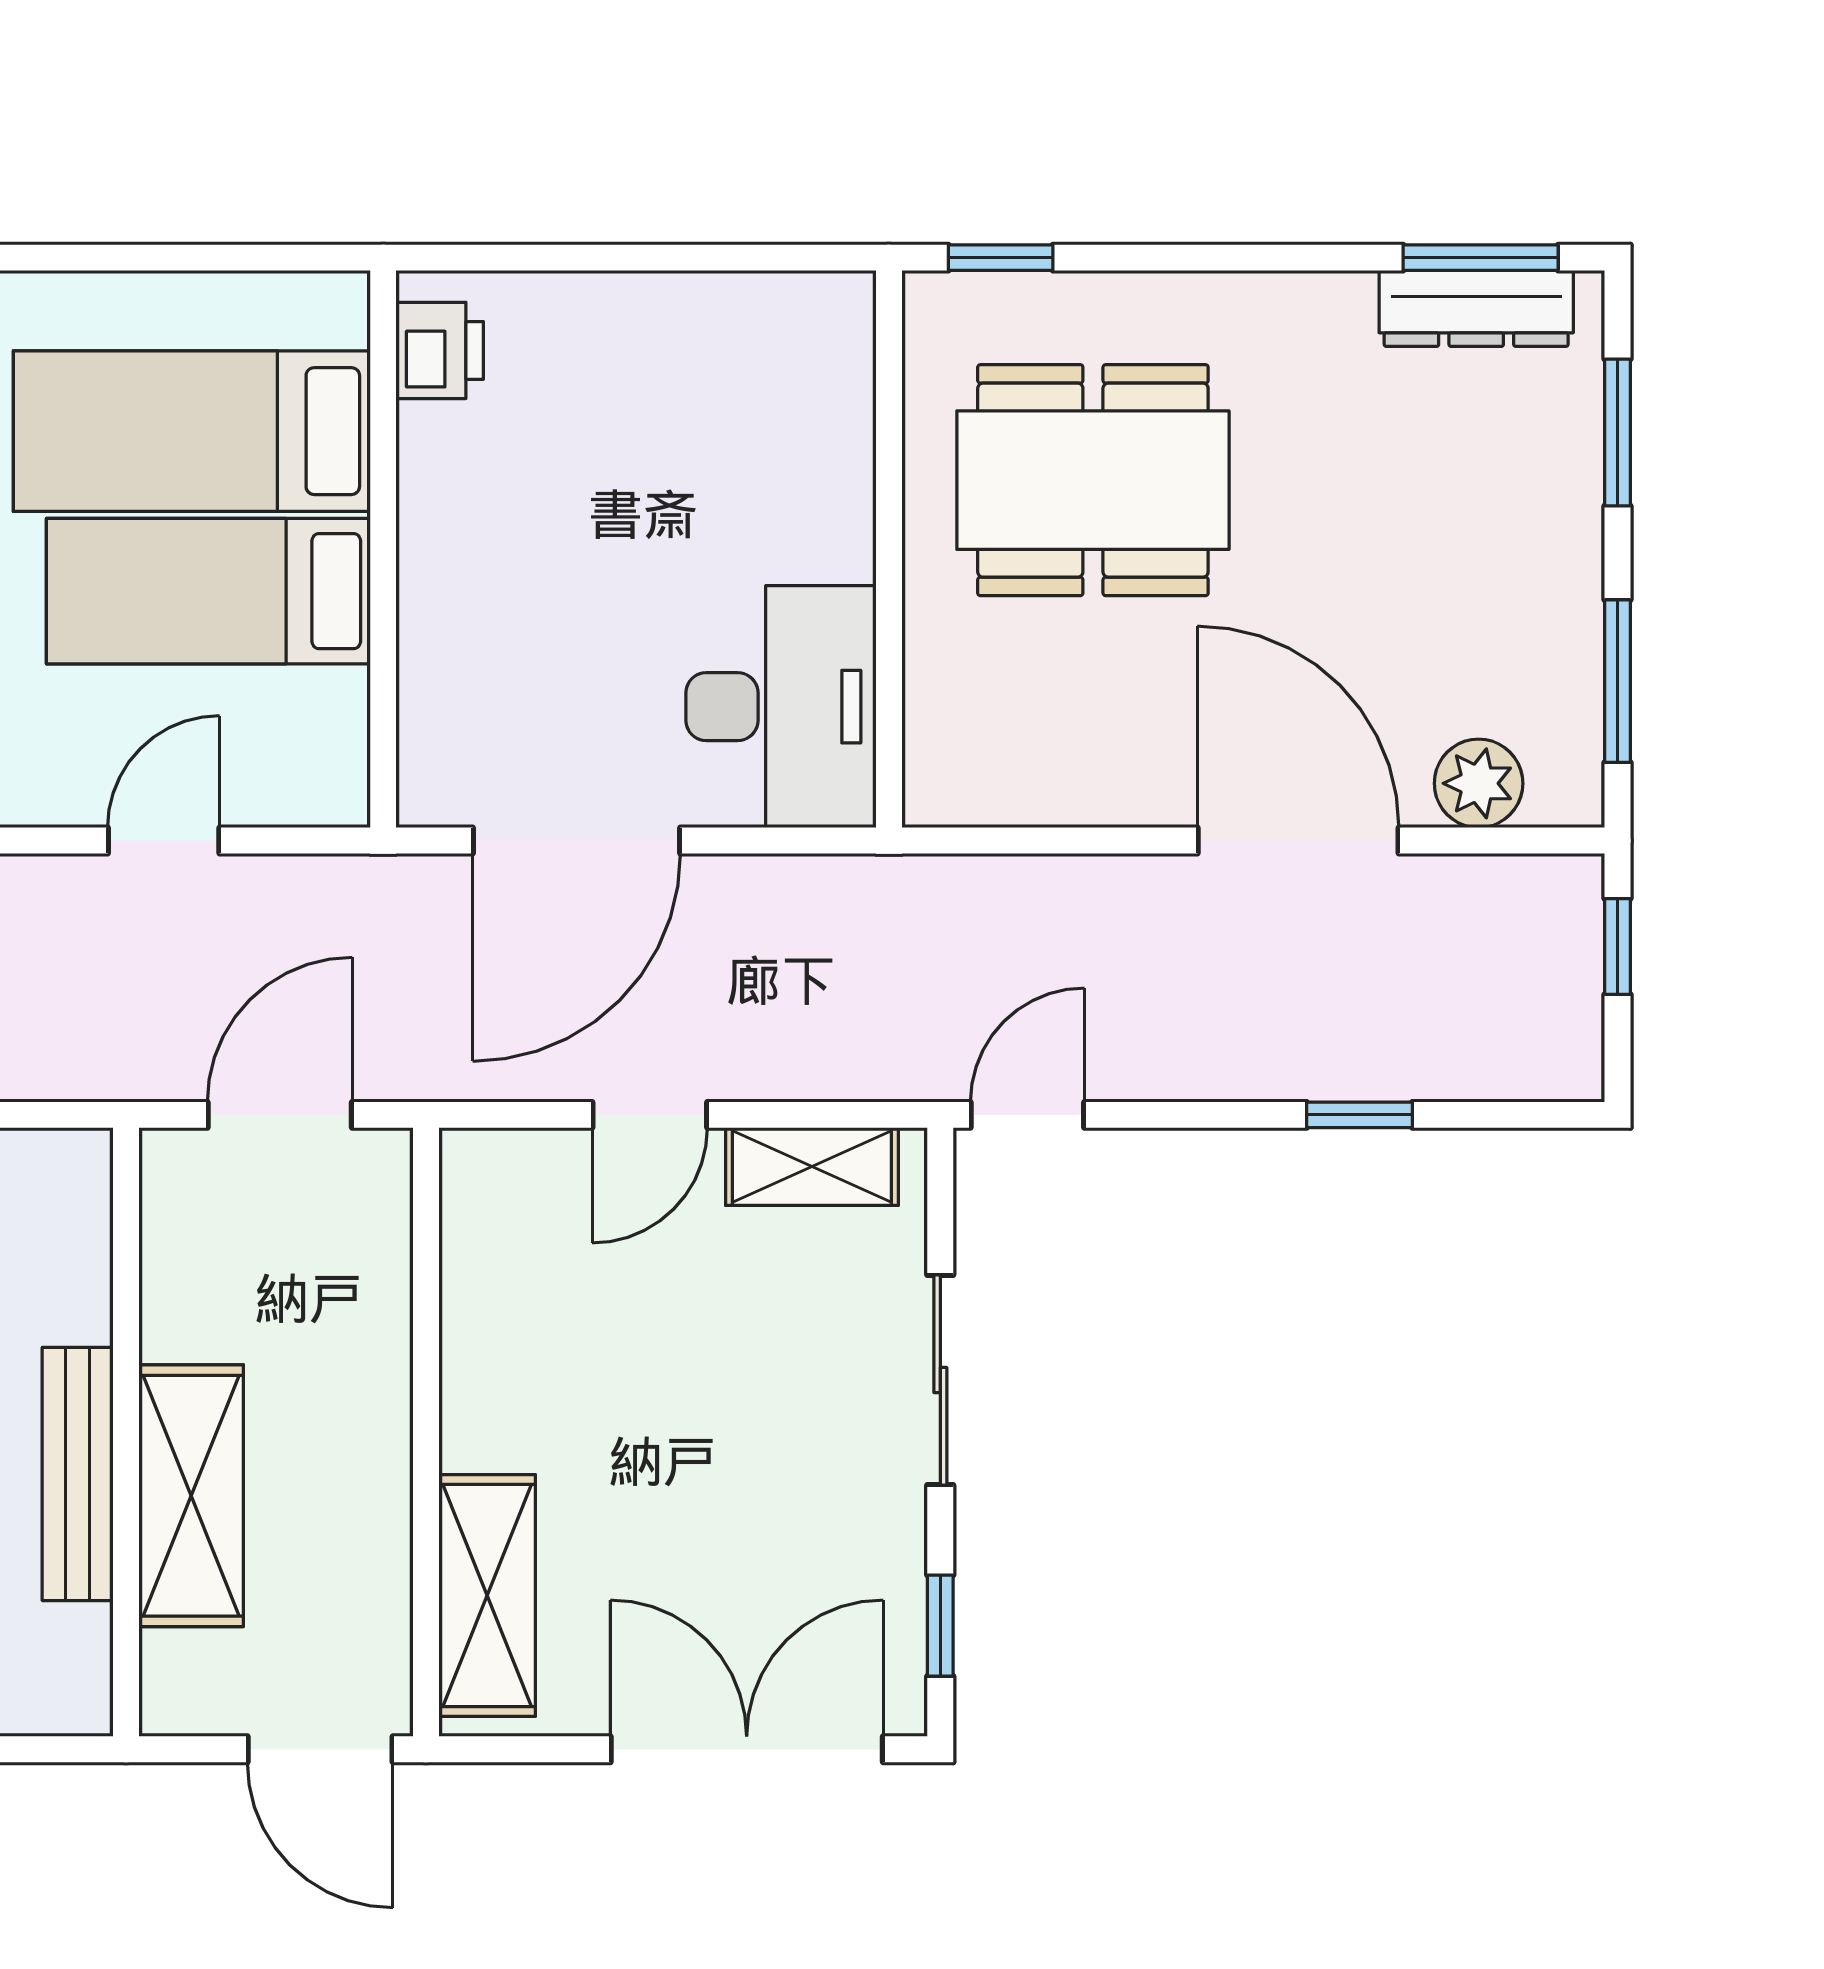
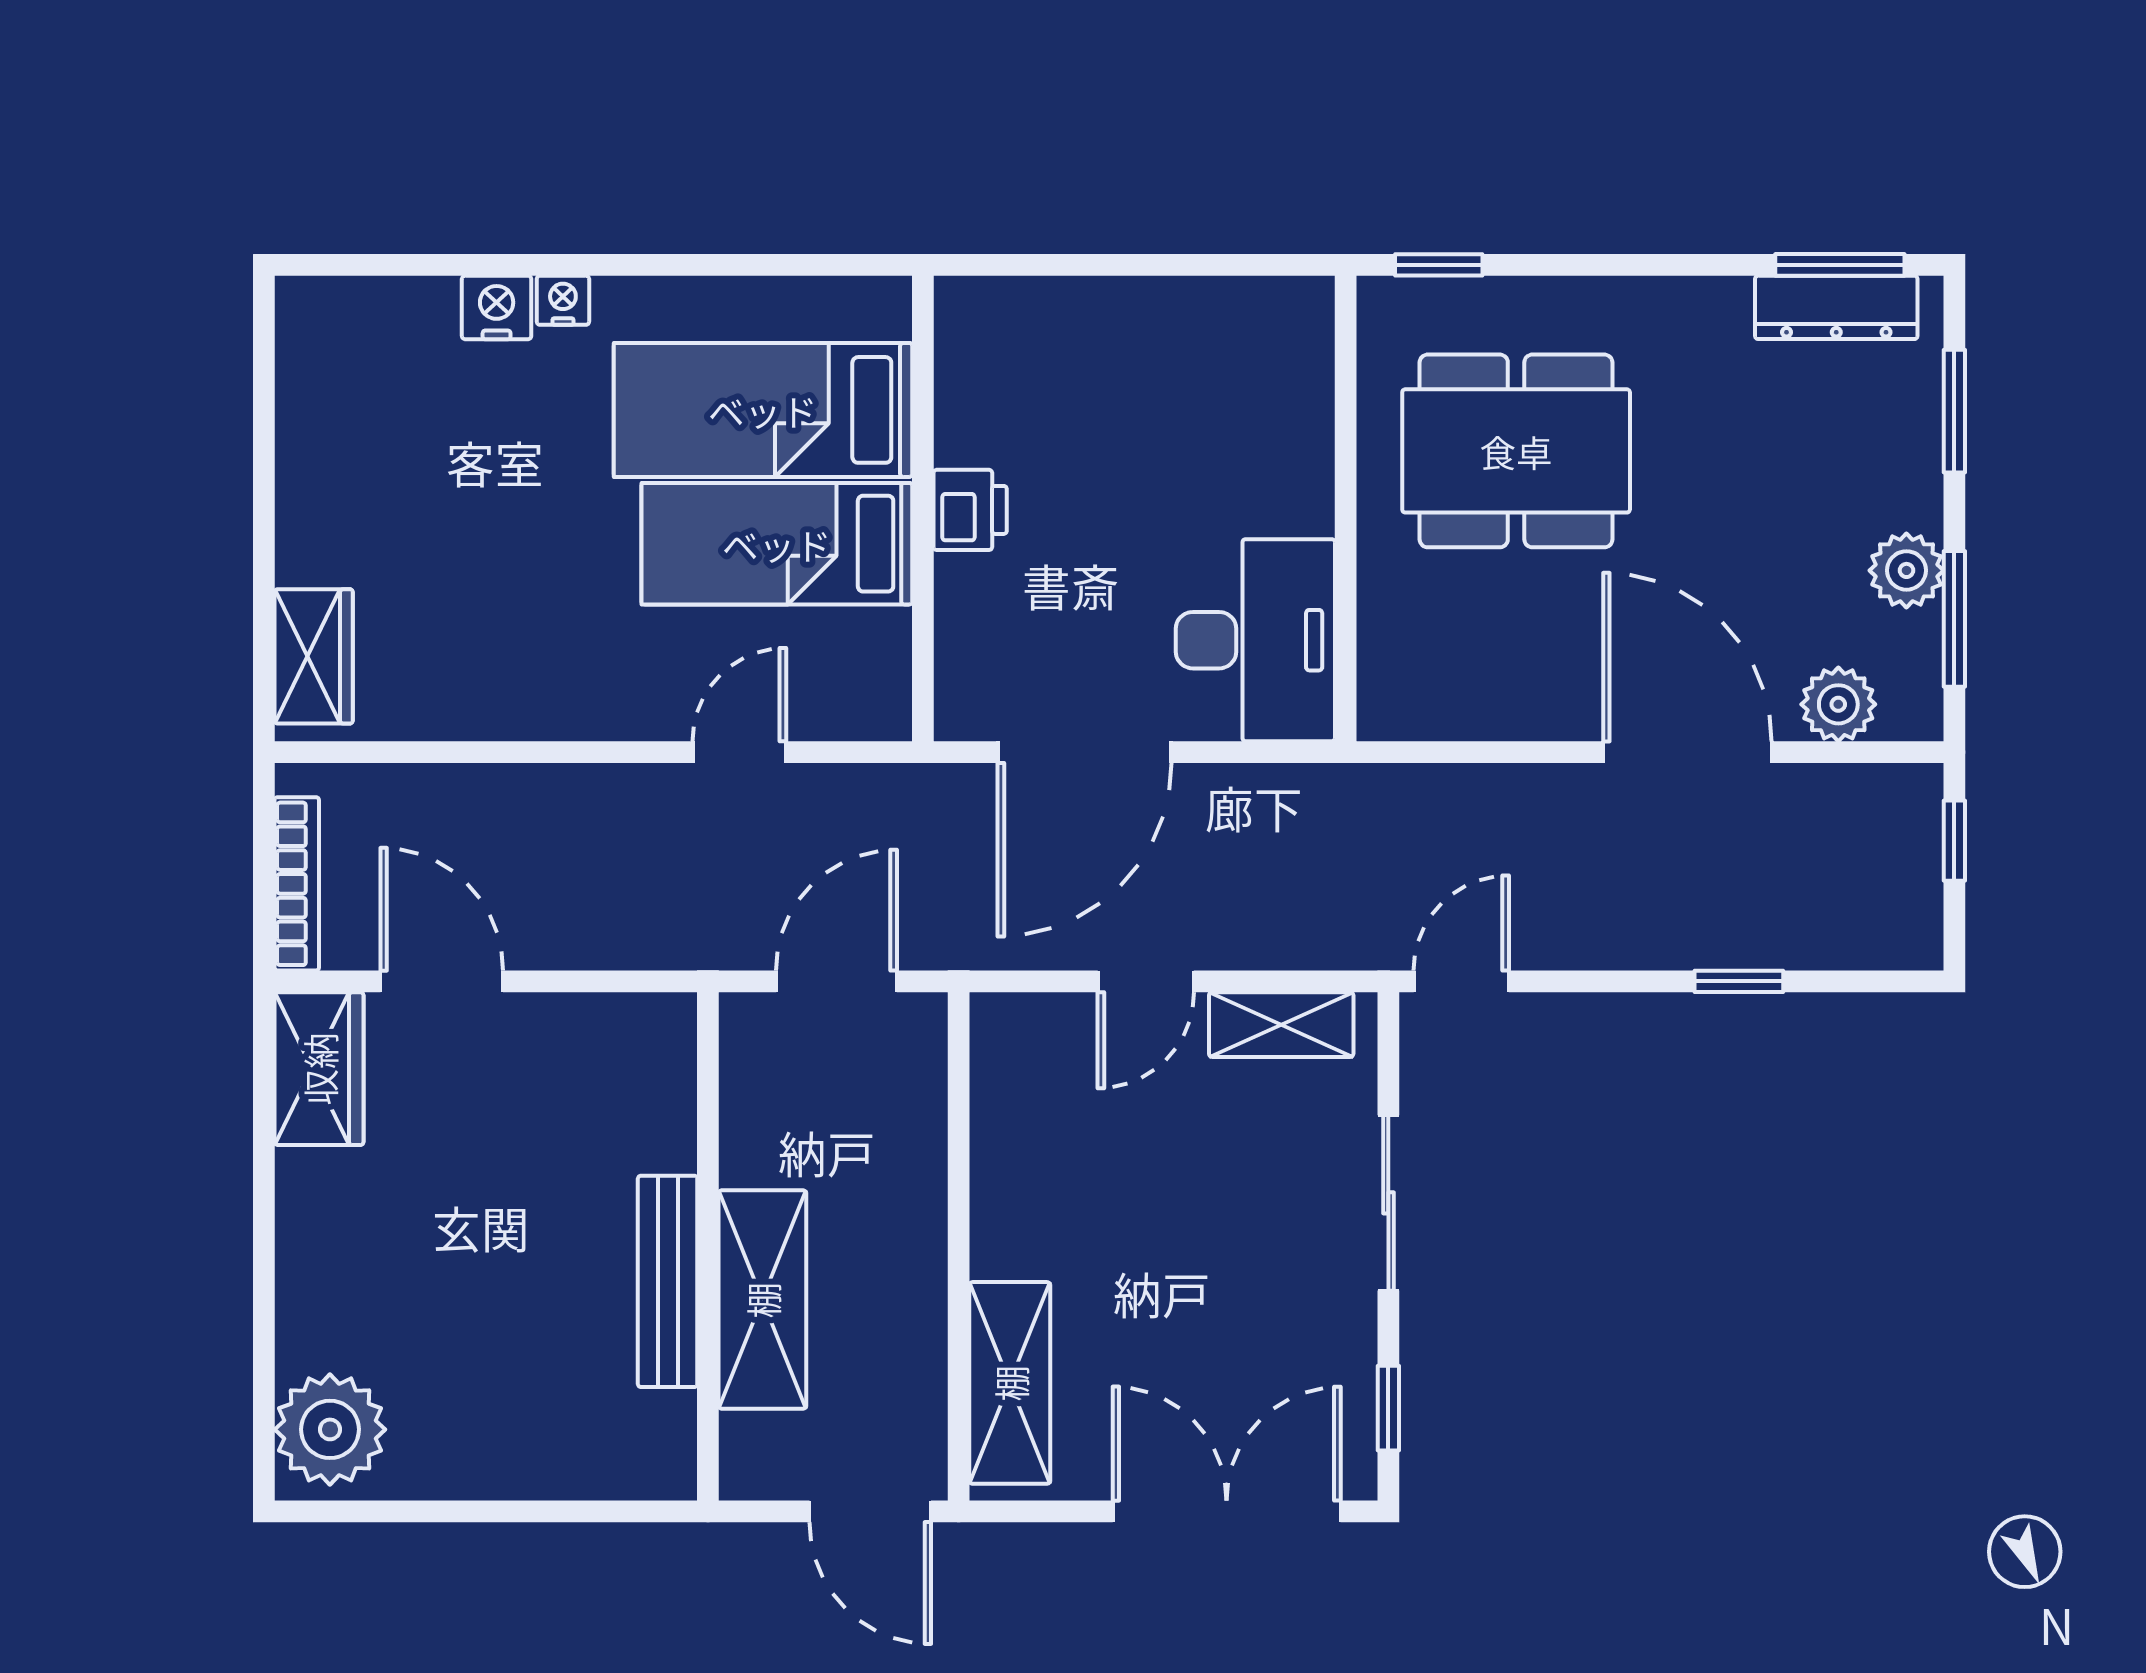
printer: (440, 350) -> (970, 510), moved
plant: (1560, 623) -> (1906, 570), added

